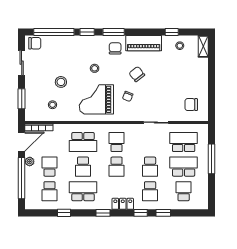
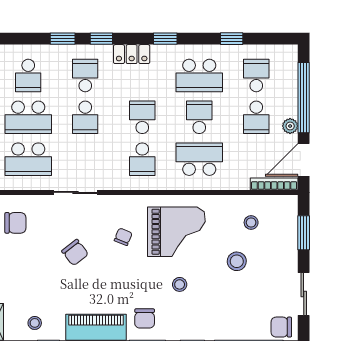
chair: (137, 74) -> (75, 253), moved
school desk: (150, 167) -> (85, 117), turned 180

